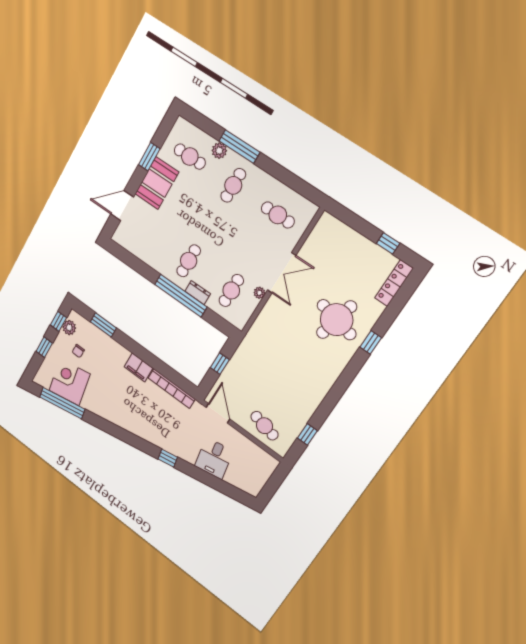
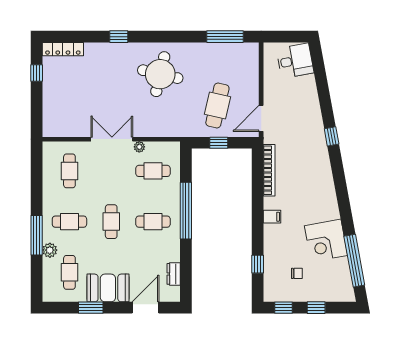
door: (122, 206) -> (146, 308), swing flipped
cafe table: (211, 224) -> (111, 222), added
dresser: (198, 293) -> (174, 274), moved
round table: (337, 320) -> (160, 74), moved
window: (103, 325) -> (258, 264), width x0.67
plant: (69, 328) -> (282, 294), removed
filing cabinet: (138, 367) -> (272, 217), width x0.50
corner desk: (69, 382) -> (326, 241), moved
cafe table: (264, 426) -> (217, 105), moved, width x1.37, depth x1.35
window: (307, 434) -> (225, 37), width x2.17
desk: (214, 458) -> (295, 61), moved

